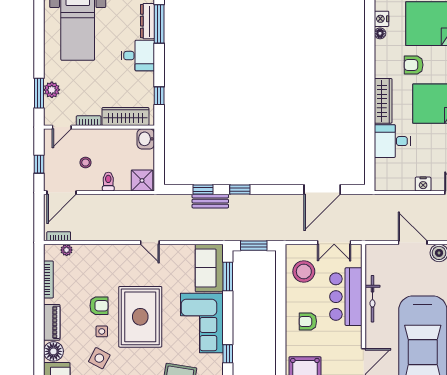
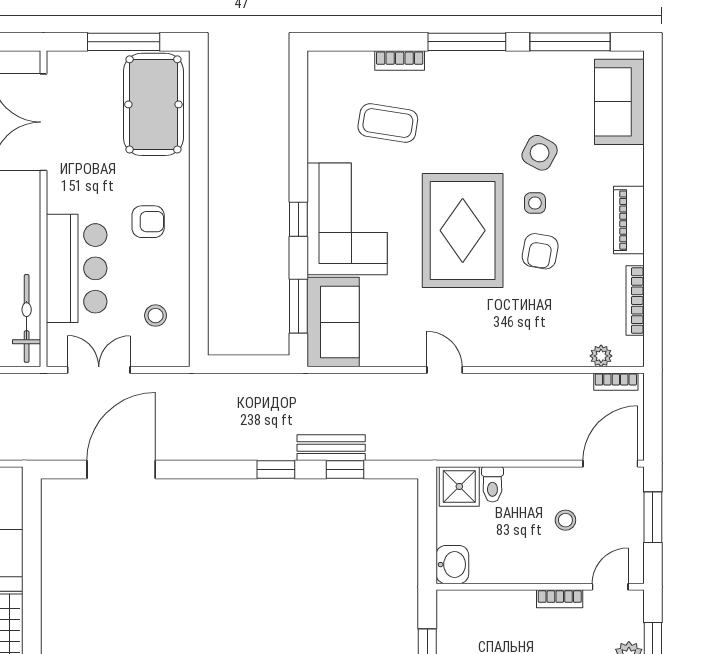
wardrobe: (125, 116) -> (491, 607), removed
window: (39, 164) -> (653, 517), width x1.50
toilet: (108, 182) -> (492, 484), moved
window: (254, 246) -> (250, 364), removed
stool: (304, 271) -> (156, 316), width x0.53, depth x0.53
bicycle: (372, 299) -> (27, 318), moved
armchair: (99, 306) -> (540, 251), turned -80
floor lamp: (53, 351) -> (626, 165), removed
window: (228, 354) -> (298, 219), moved

